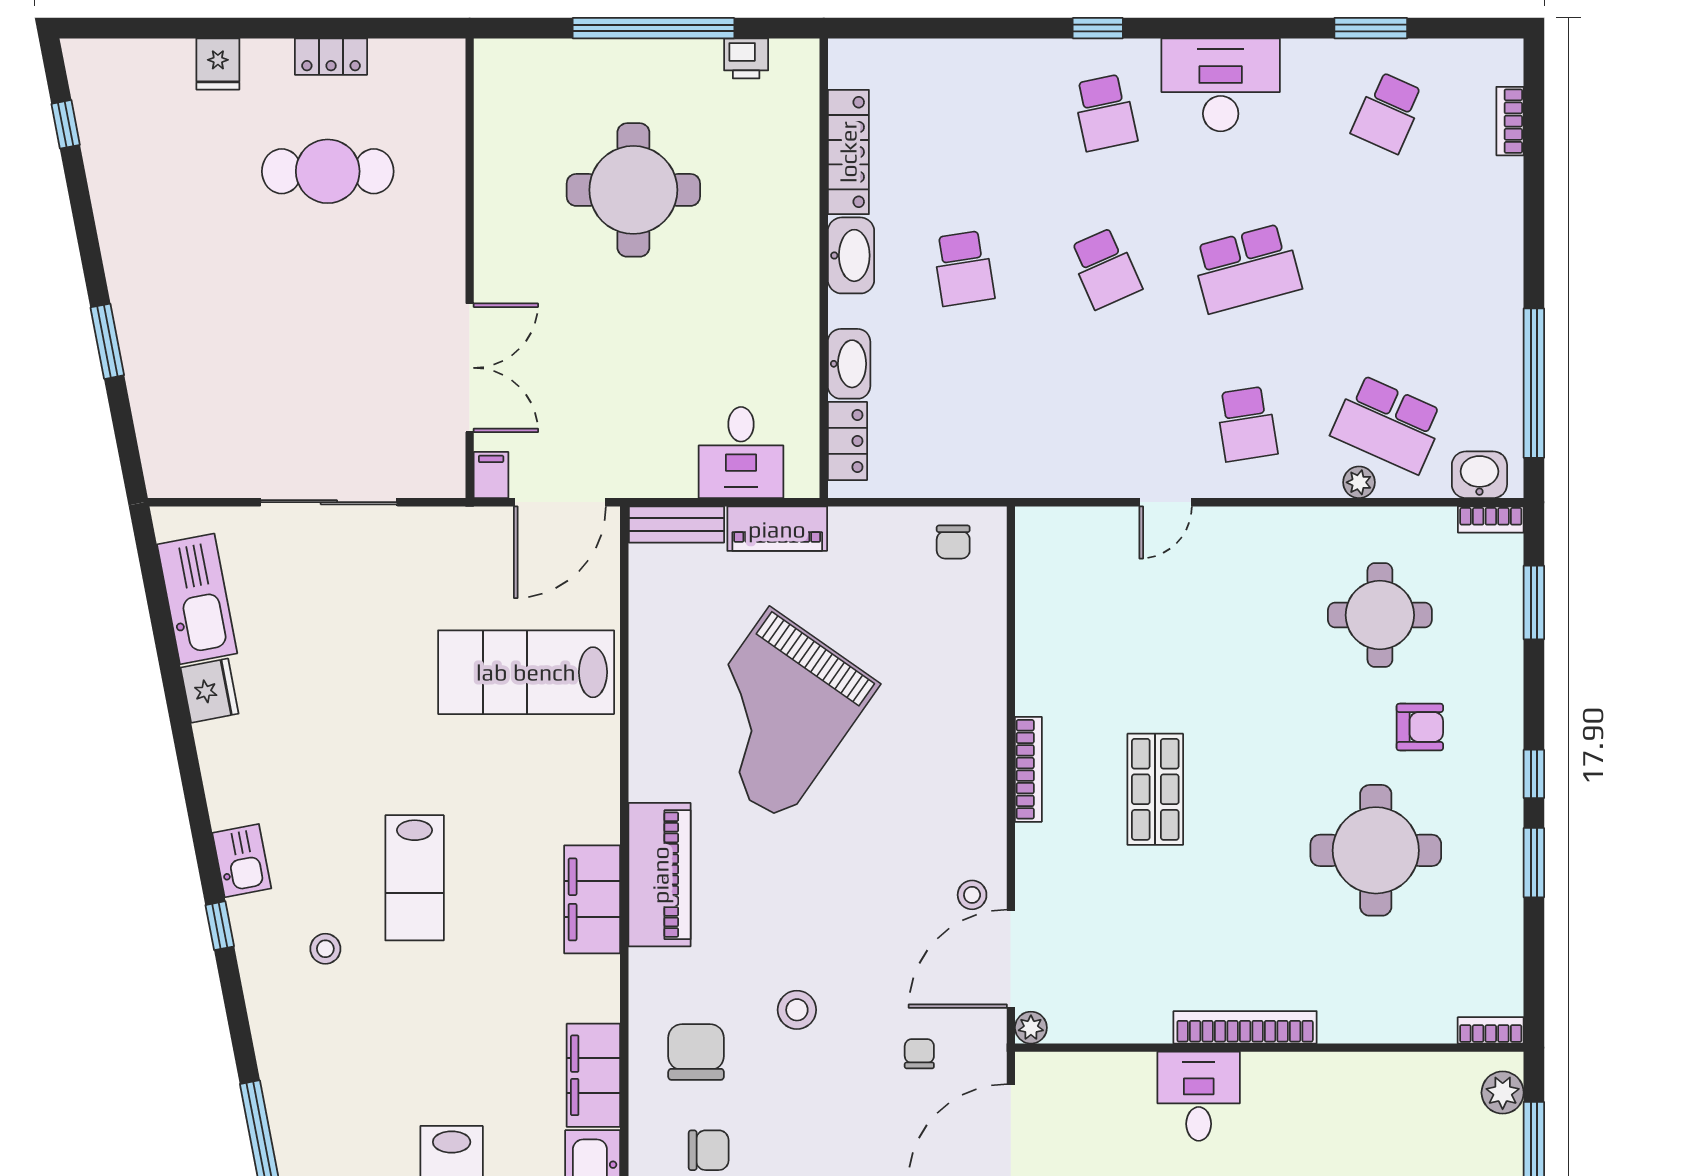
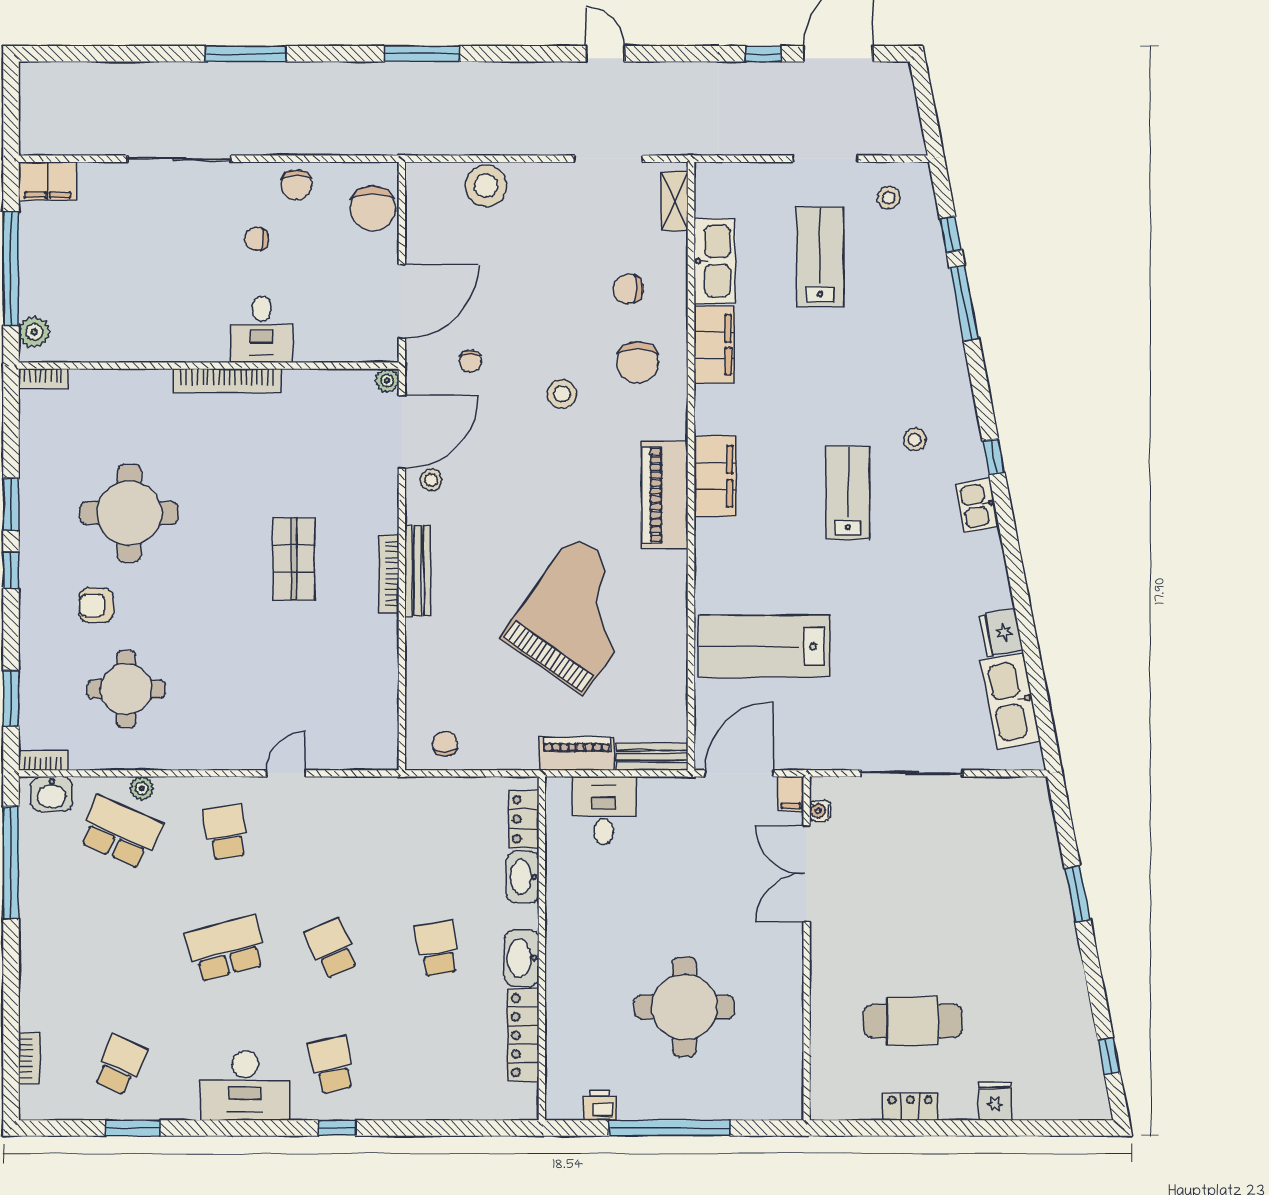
water cooler: (452, 452) -> (820, 811), added
lab bench: (526, 672) -> (764, 646), turned 180
bench: (990, 773) -> (418, 571), added

